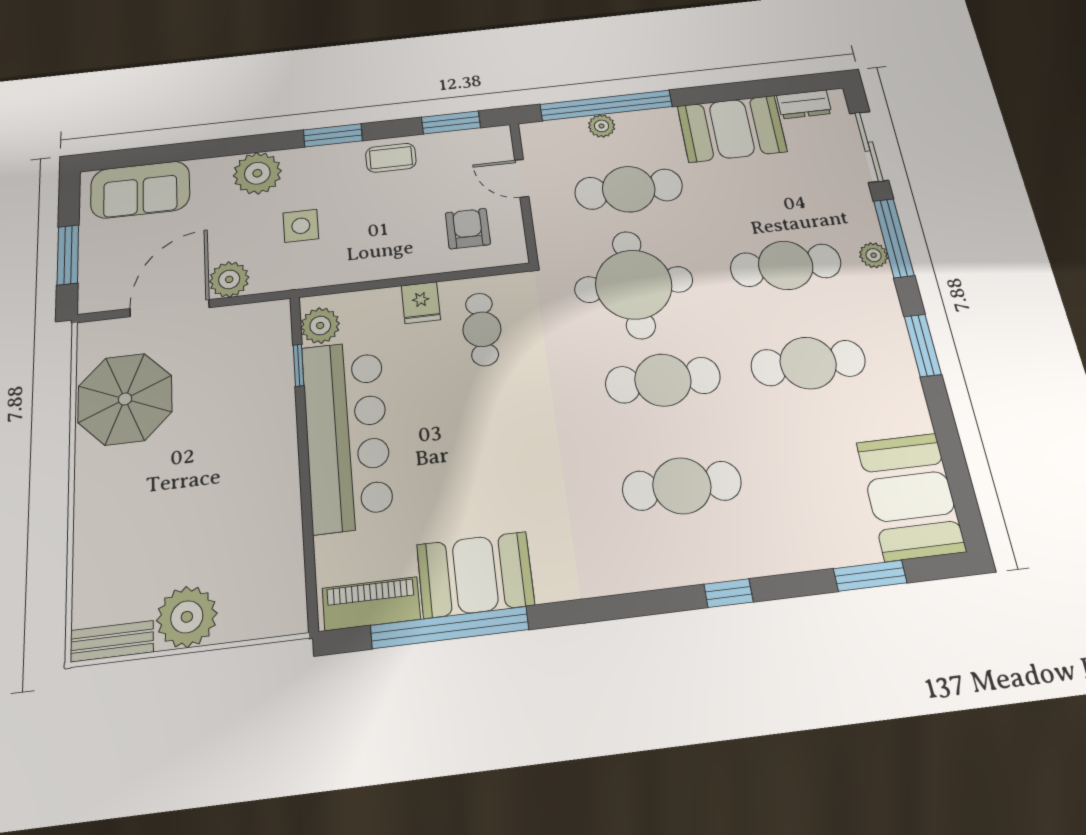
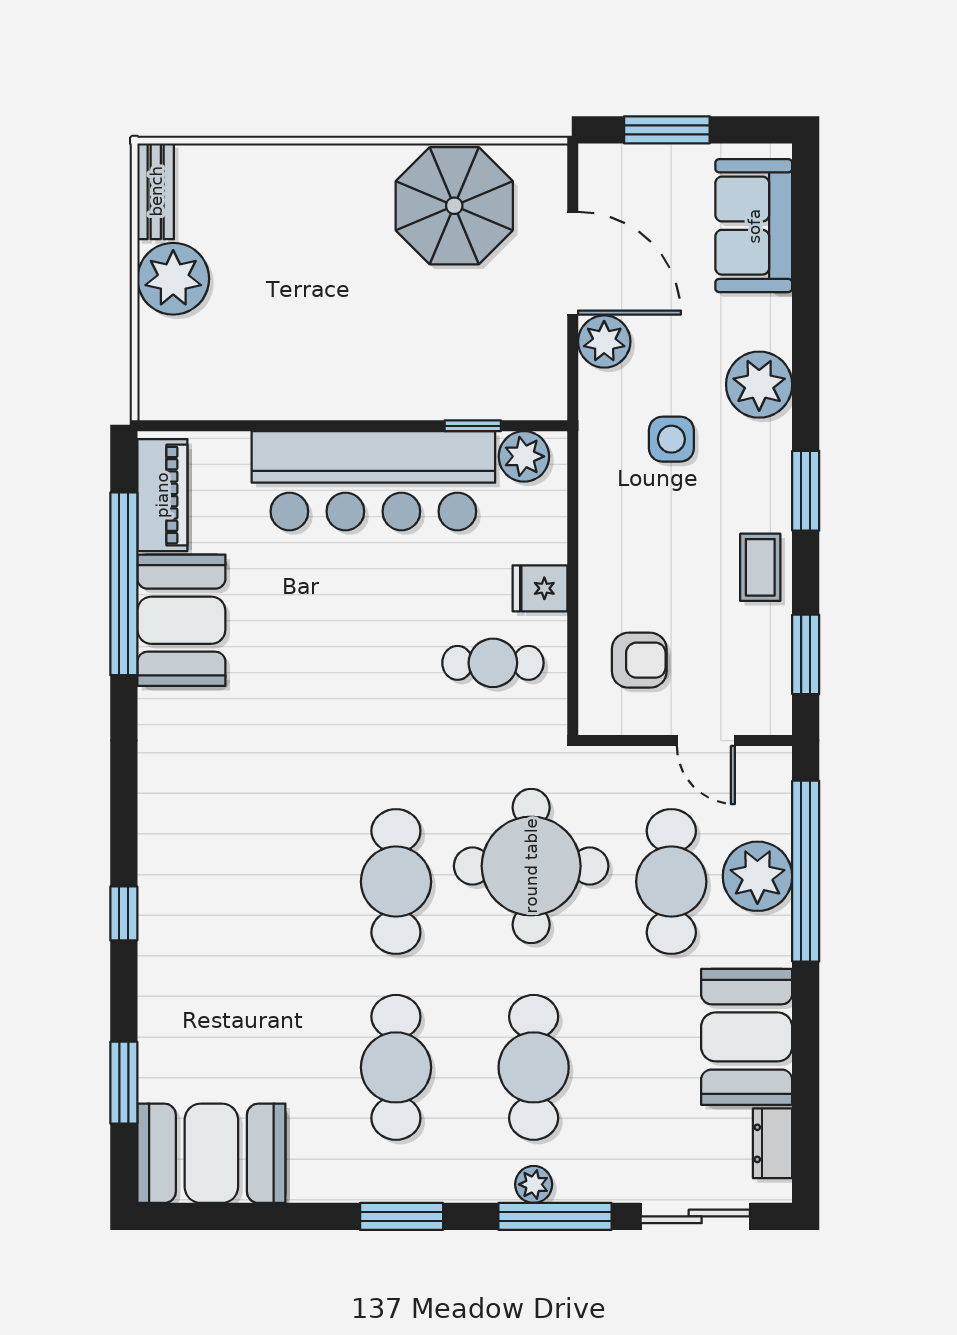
plant: (602, 126) -> (757, 876), width x1.88, depth x1.88
door: (522, 178) -> (706, 741), swing flipped
cafe table: (682, 486) -> (258, 882), removed

